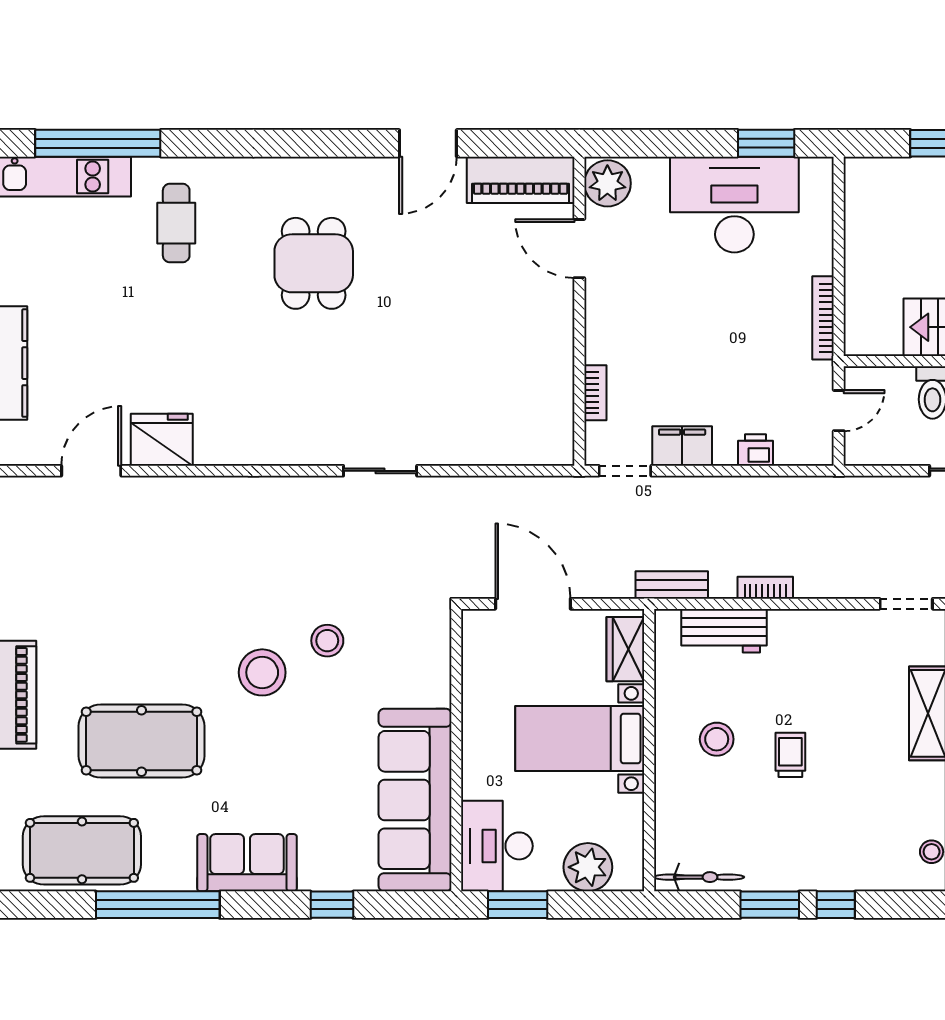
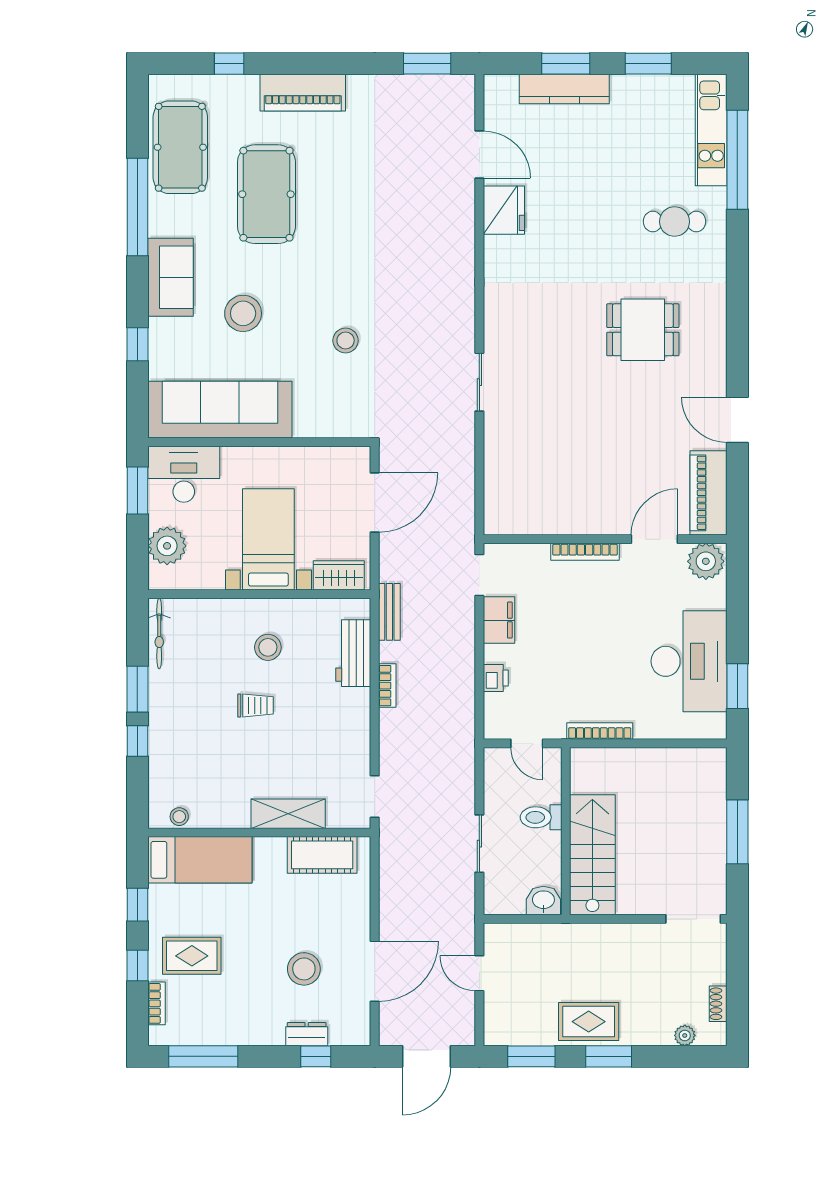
bookcase: (595, 393) -> (585, 552), moved, width x1.56
stool: (262, 672) -> (243, 313), moved

